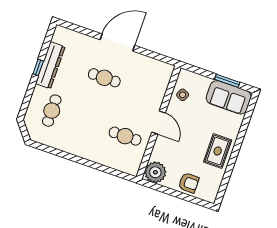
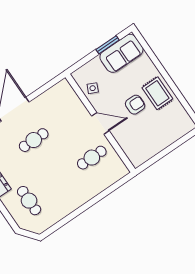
plant: (155, 172) -> (138, 155), removed
armchair: (189, 183) -> (135, 105), moved

